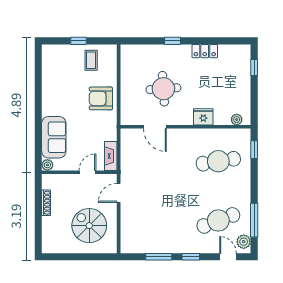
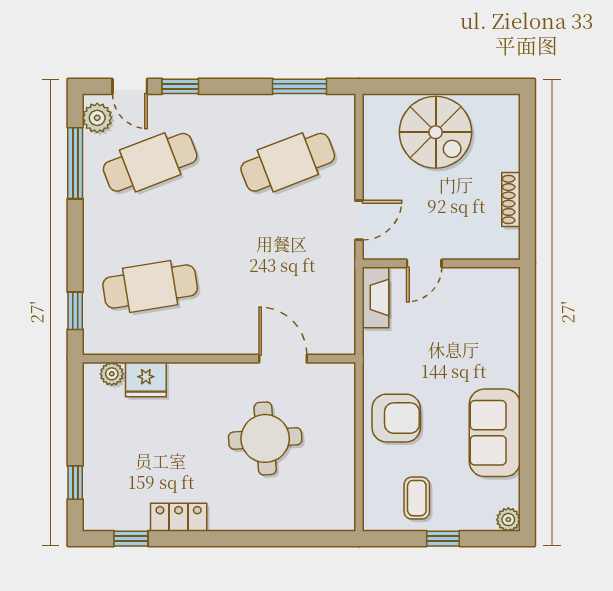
window: (172, 41) -> (131, 539), moved
fridge: (203, 117) -> (146, 380), moved
sofa: (54, 137) -> (495, 433), moved
plant: (47, 165) -> (508, 520), moved
cafe table: (153, 220) -> (288, 162), added
spiral stairs: (89, 226) -> (436, 132), moved
window: (159, 257) -> (299, 86), moved
window: (191, 257) -> (180, 86), moved

